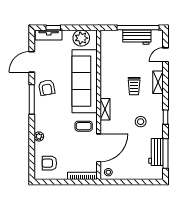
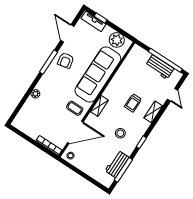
door: (165, 55) -> (173, 95), swing flipped
door: (32, 62) -> (67, 33), hinge flipped
armchair: (49, 163) -> (30, 119), removed

